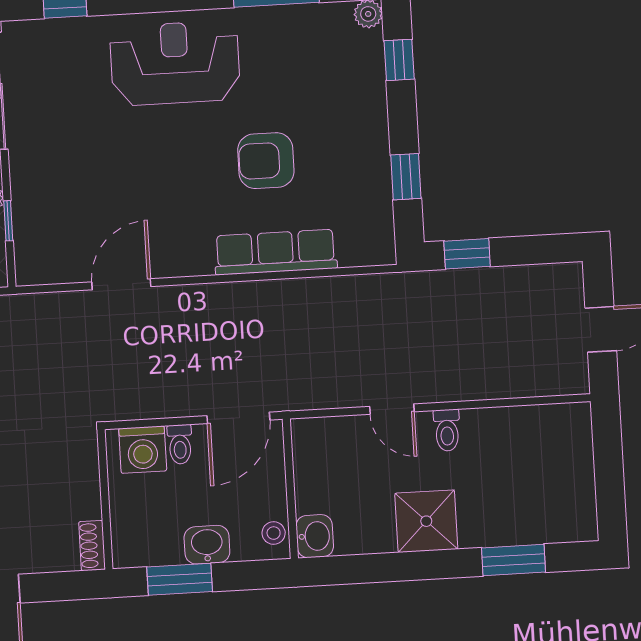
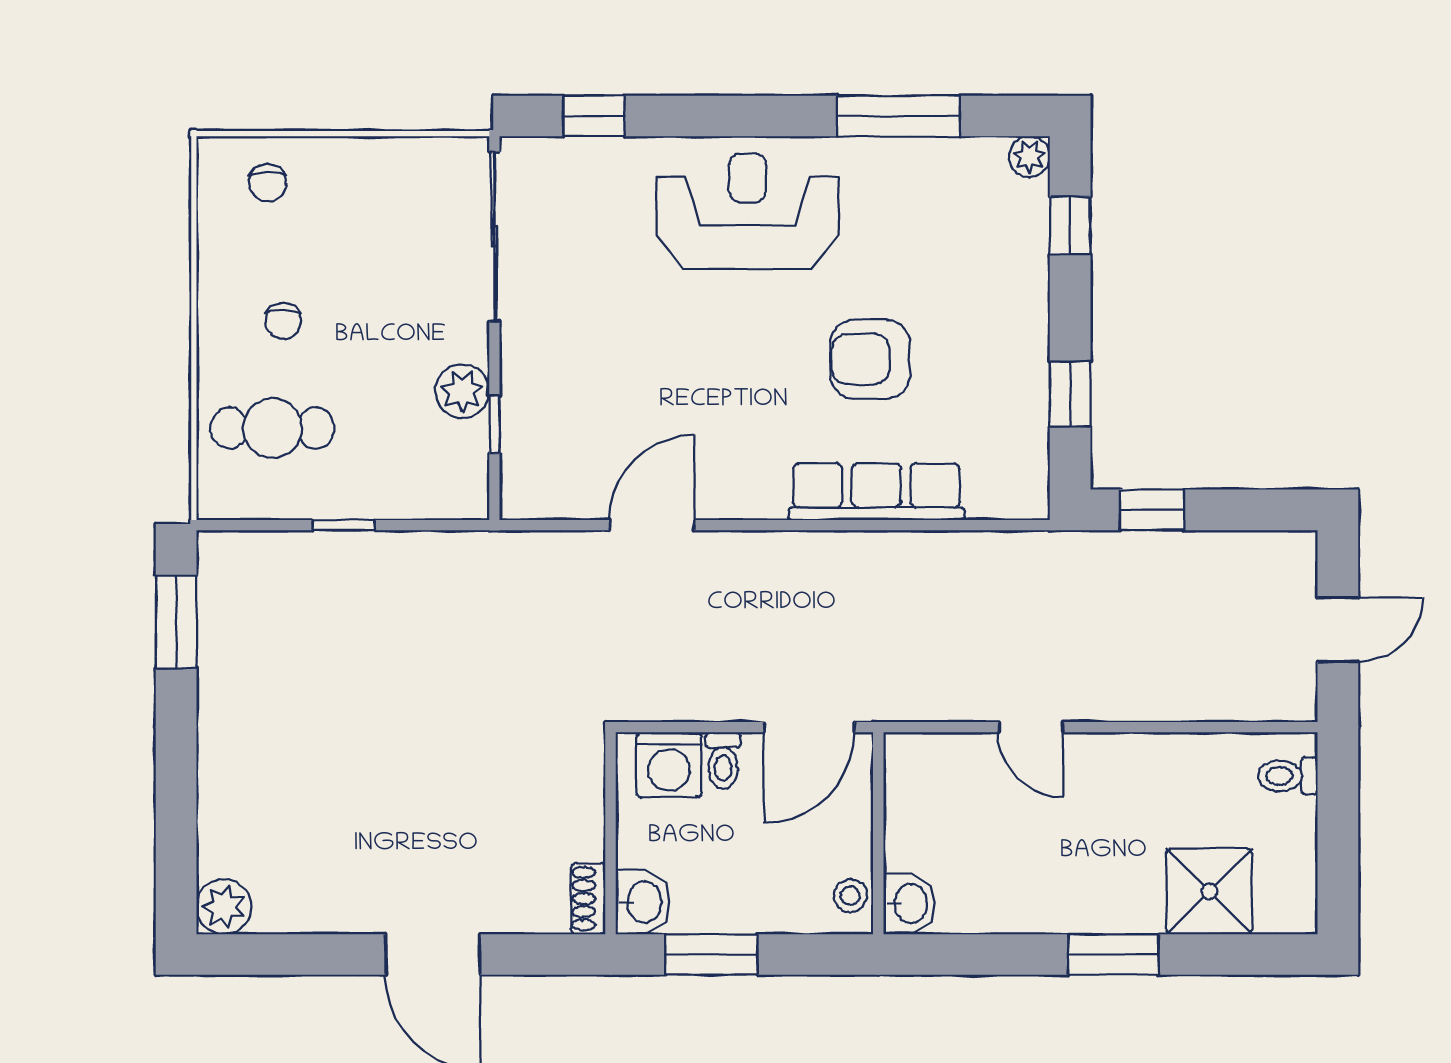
toilet: (447, 430) -> (1288, 776), moved, turned 90
shower: (426, 521) -> (1209, 891), moved
washbasin: (207, 545) -> (643, 902), moved, turned 90
window: (513, 560) -> (1114, 954), moved

